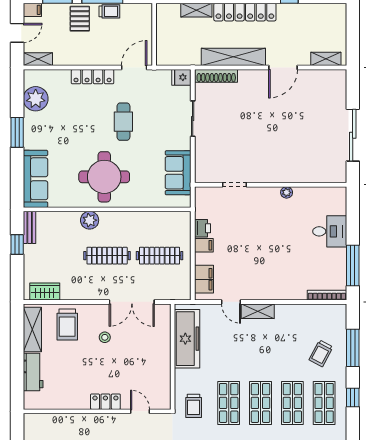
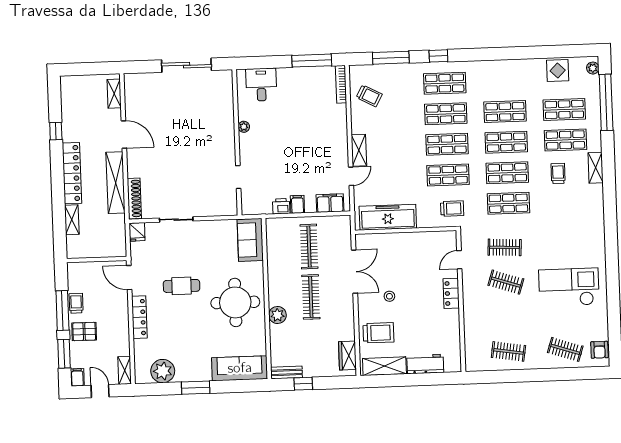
sofa: (178, 173) -> (250, 240), moved, turned 90
desk: (330, 231) -> (261, 85), moved
trolley: (321, 353) -> (369, 96), moved

